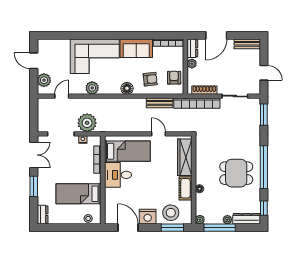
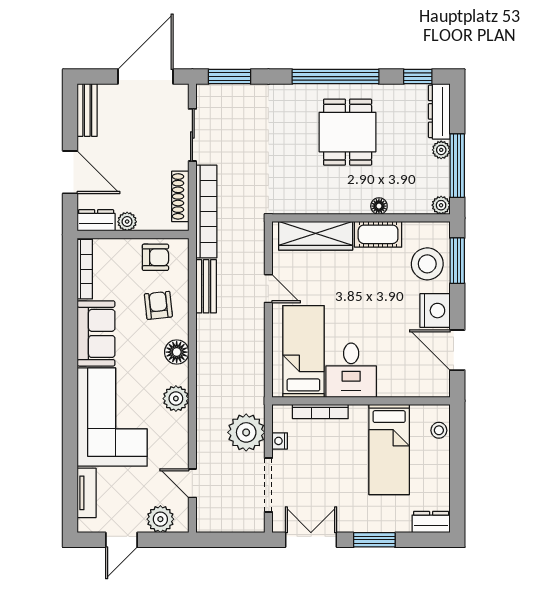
tv unit: (57, 44) -> (87, 493), added
door: (264, 73) -> (145, 77), width x1.87
armchair: (174, 78) -> (155, 257), turned 180
plant: (92, 88) -> (176, 399), moved
door: (158, 134) -> (268, 289), swing flipped
door: (128, 228) -> (457, 350), hinge flipped

